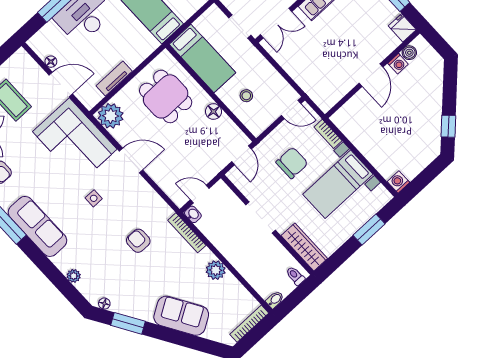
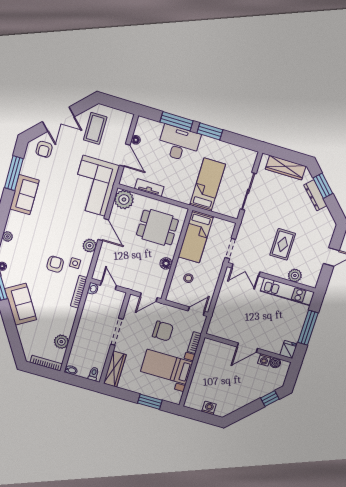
dining table: (166, 96) -> (157, 227), turned 90
door: (291, 109) -> (196, 311), swing flipped
window: (448, 126) -> (270, 399), moved
washing machine: (398, 182) -> (209, 408), moved
plant: (140, 188) -> (90, 246), added
side table: (94, 198) -> (75, 263), moved
sofa: (38, 226) -> (24, 195), width x0.73
plant: (216, 270) -> (61, 342), moved
sofa: (181, 316) -> (21, 304), moved

